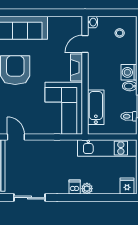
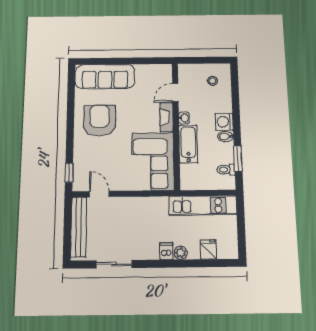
washbasin: (92, 22) -> (184, 118), moved
bathtub: (96, 107) -> (188, 144), moved
fridge: (127, 186) -> (208, 249), moved

